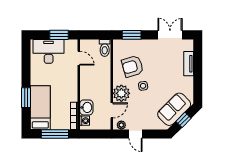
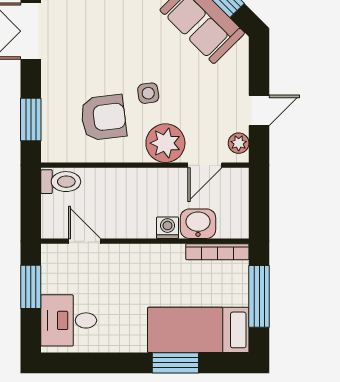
desk: (49, 51) -> (69, 320), width x0.73
door: (79, 58) -> (85, 241), hinge flipped
armchair: (132, 66) -> (103, 118), turned -81
door: (112, 110) -> (205, 165), swing flipped
washing machine: (85, 121) -> (167, 228), moved

